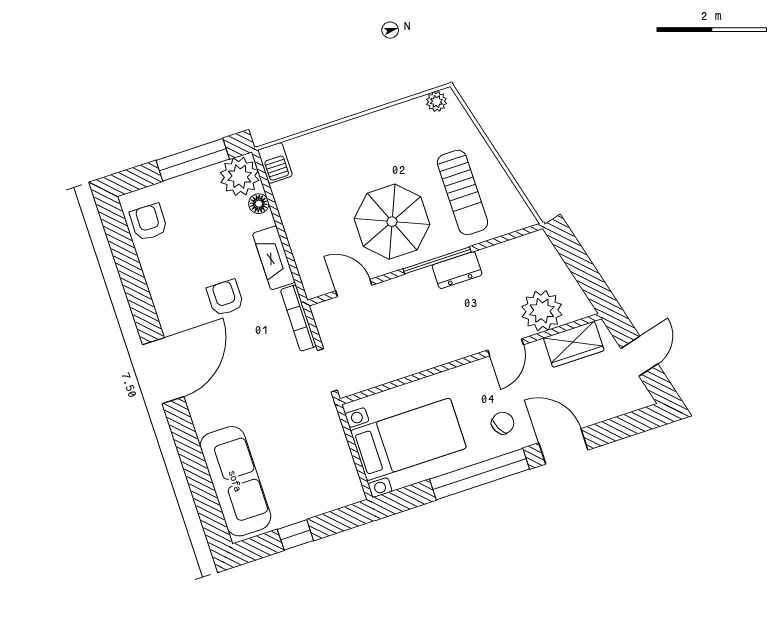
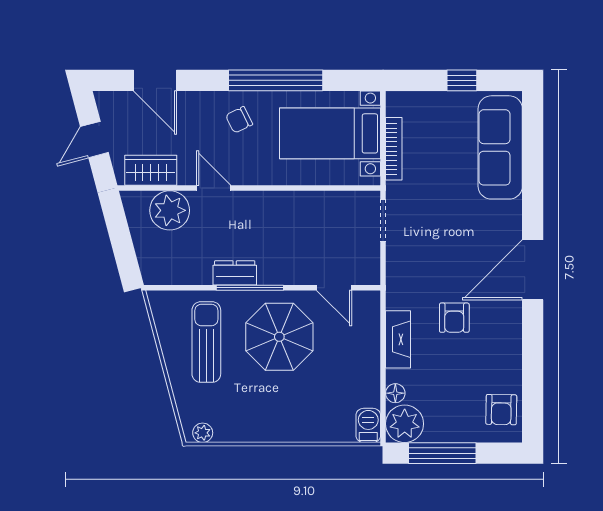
bookcase: (298, 318) -> (394, 149), moved
door: (506, 347) -> (214, 188), hinge flipped
door: (563, 446) -> (155, 80), moved

